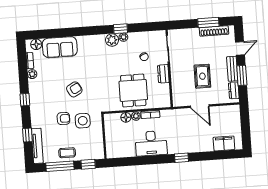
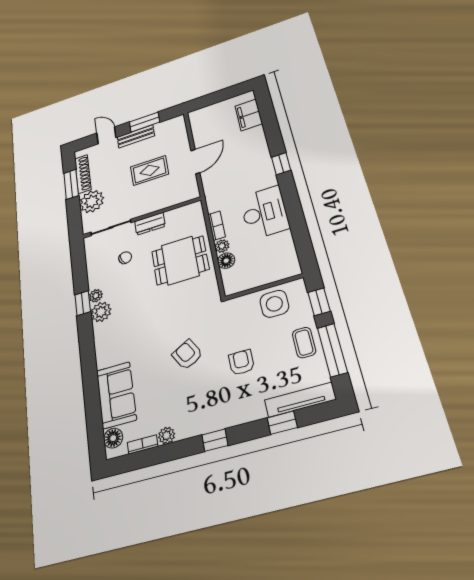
plant: (191, 36) -> (92, 201), added
dresser: (234, 90) -> (167, 126), removed
side table: (83, 121) -> (274, 304), moved

